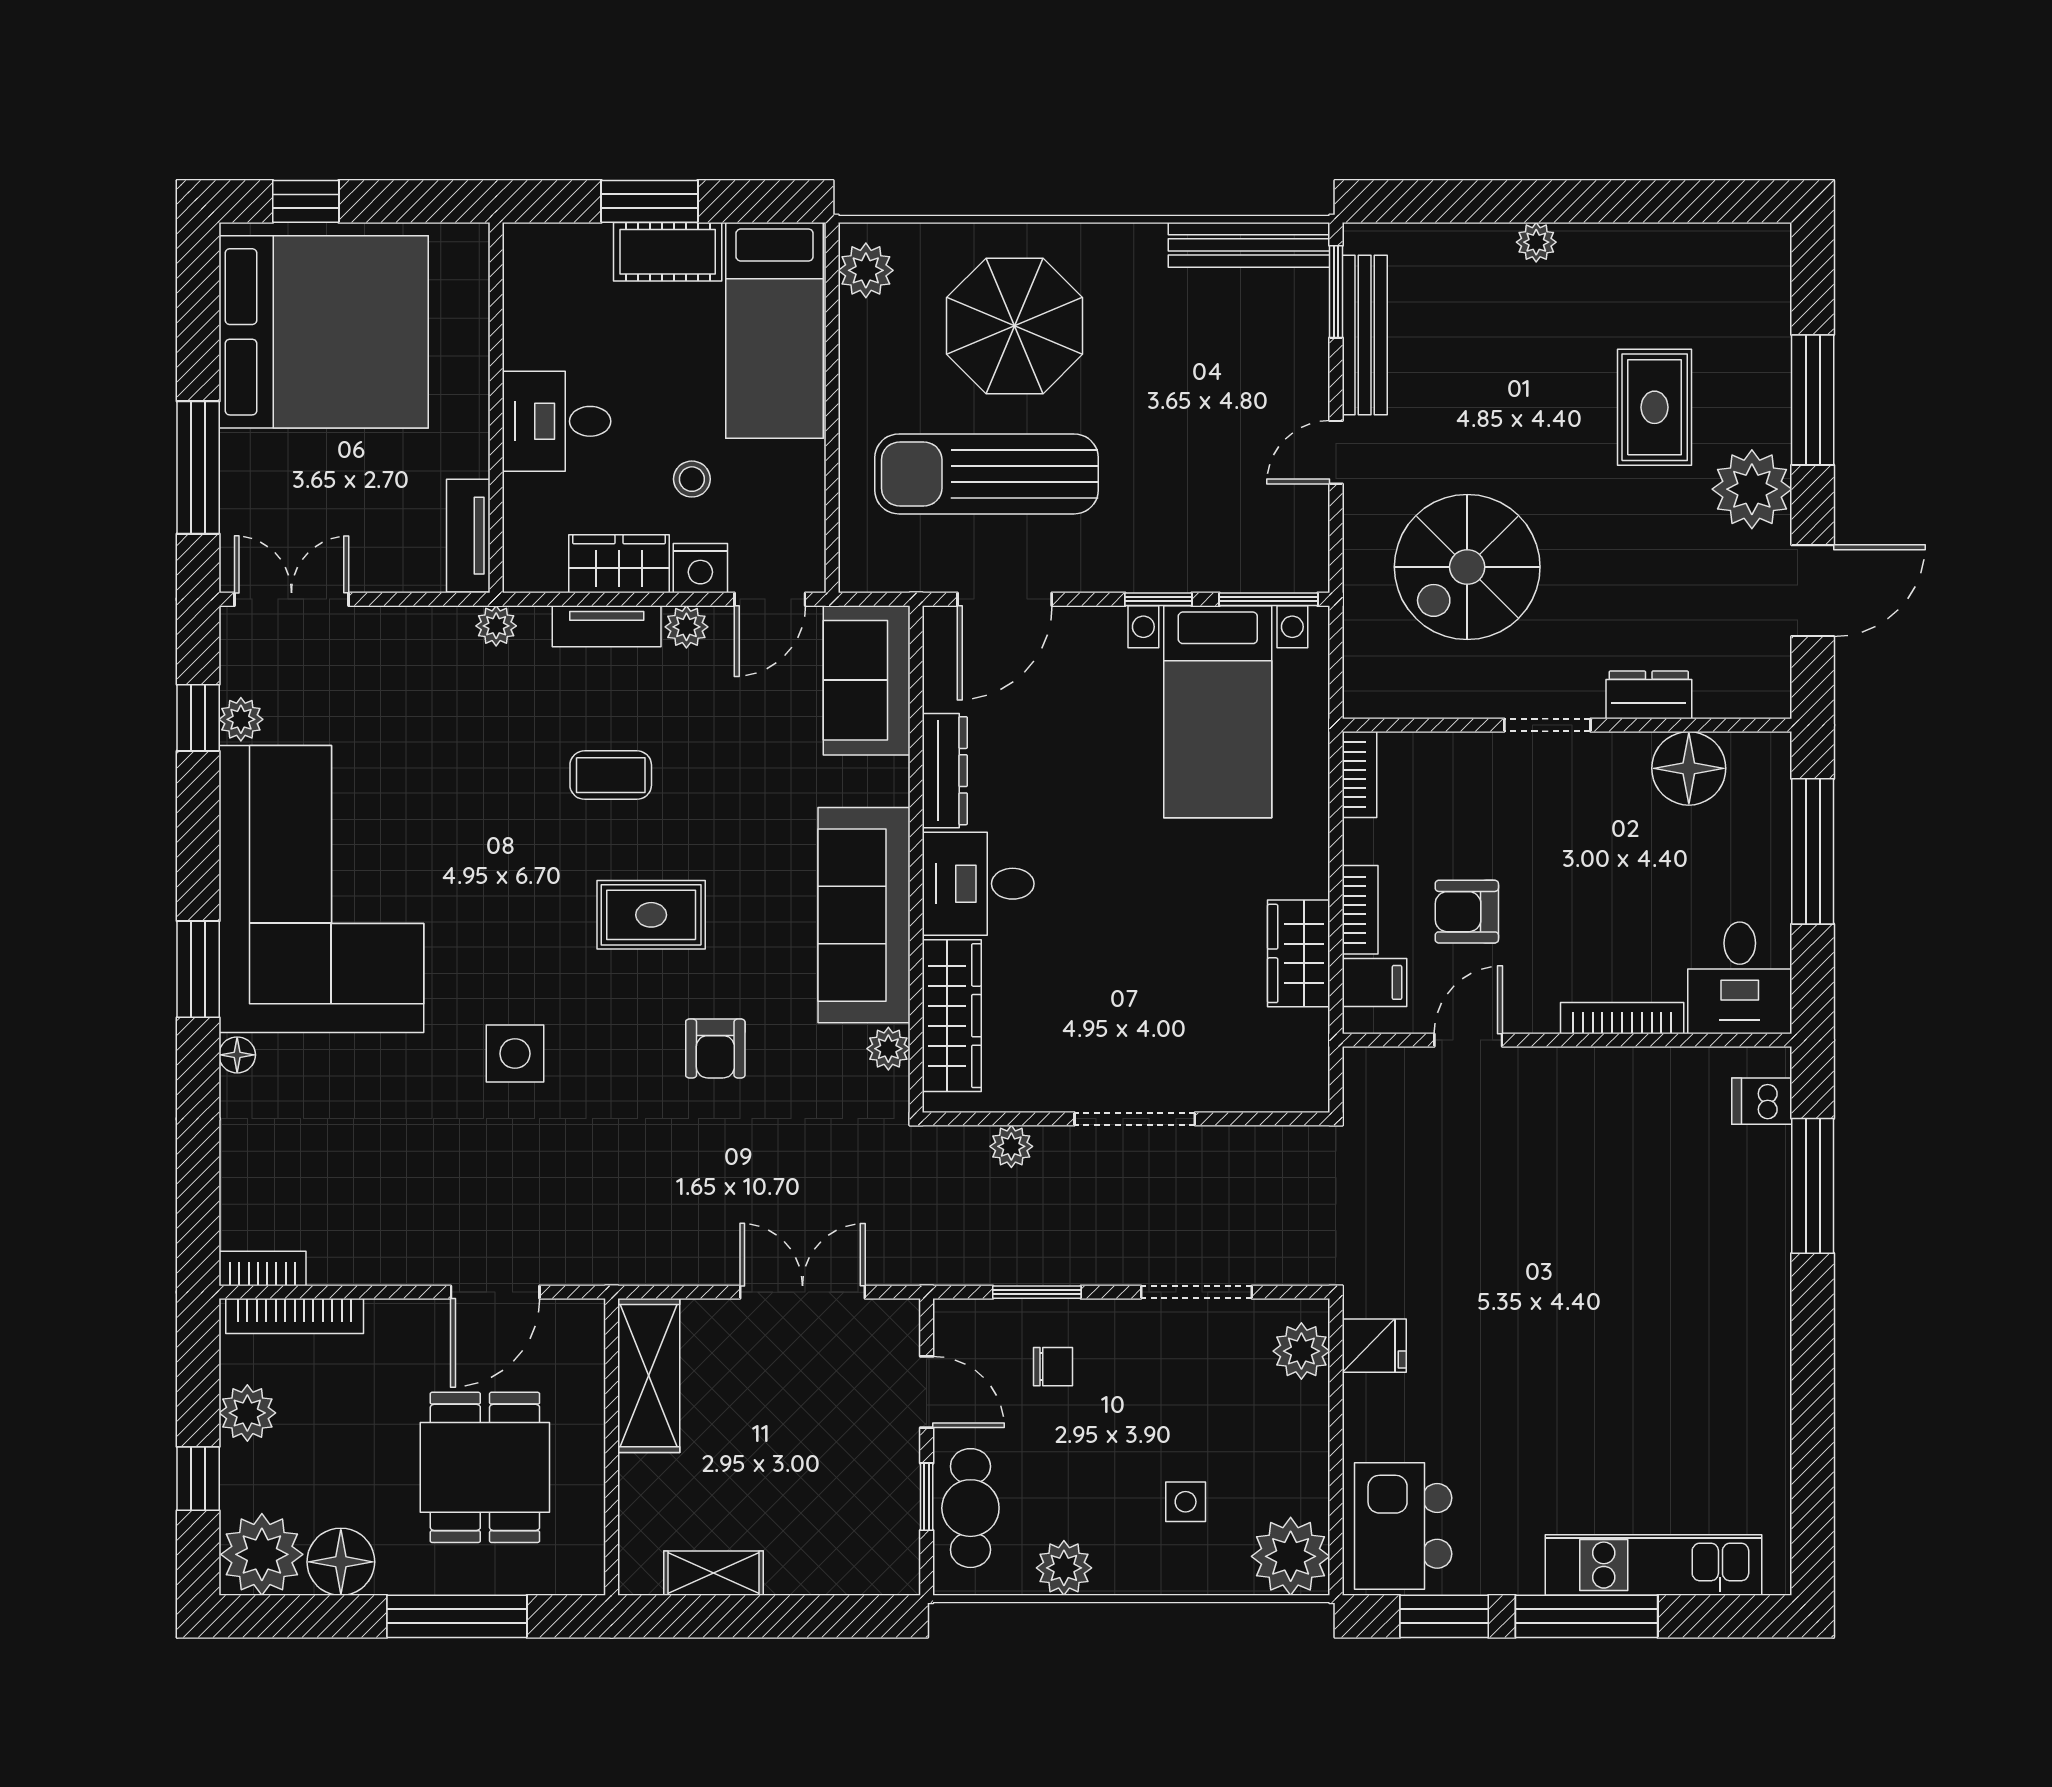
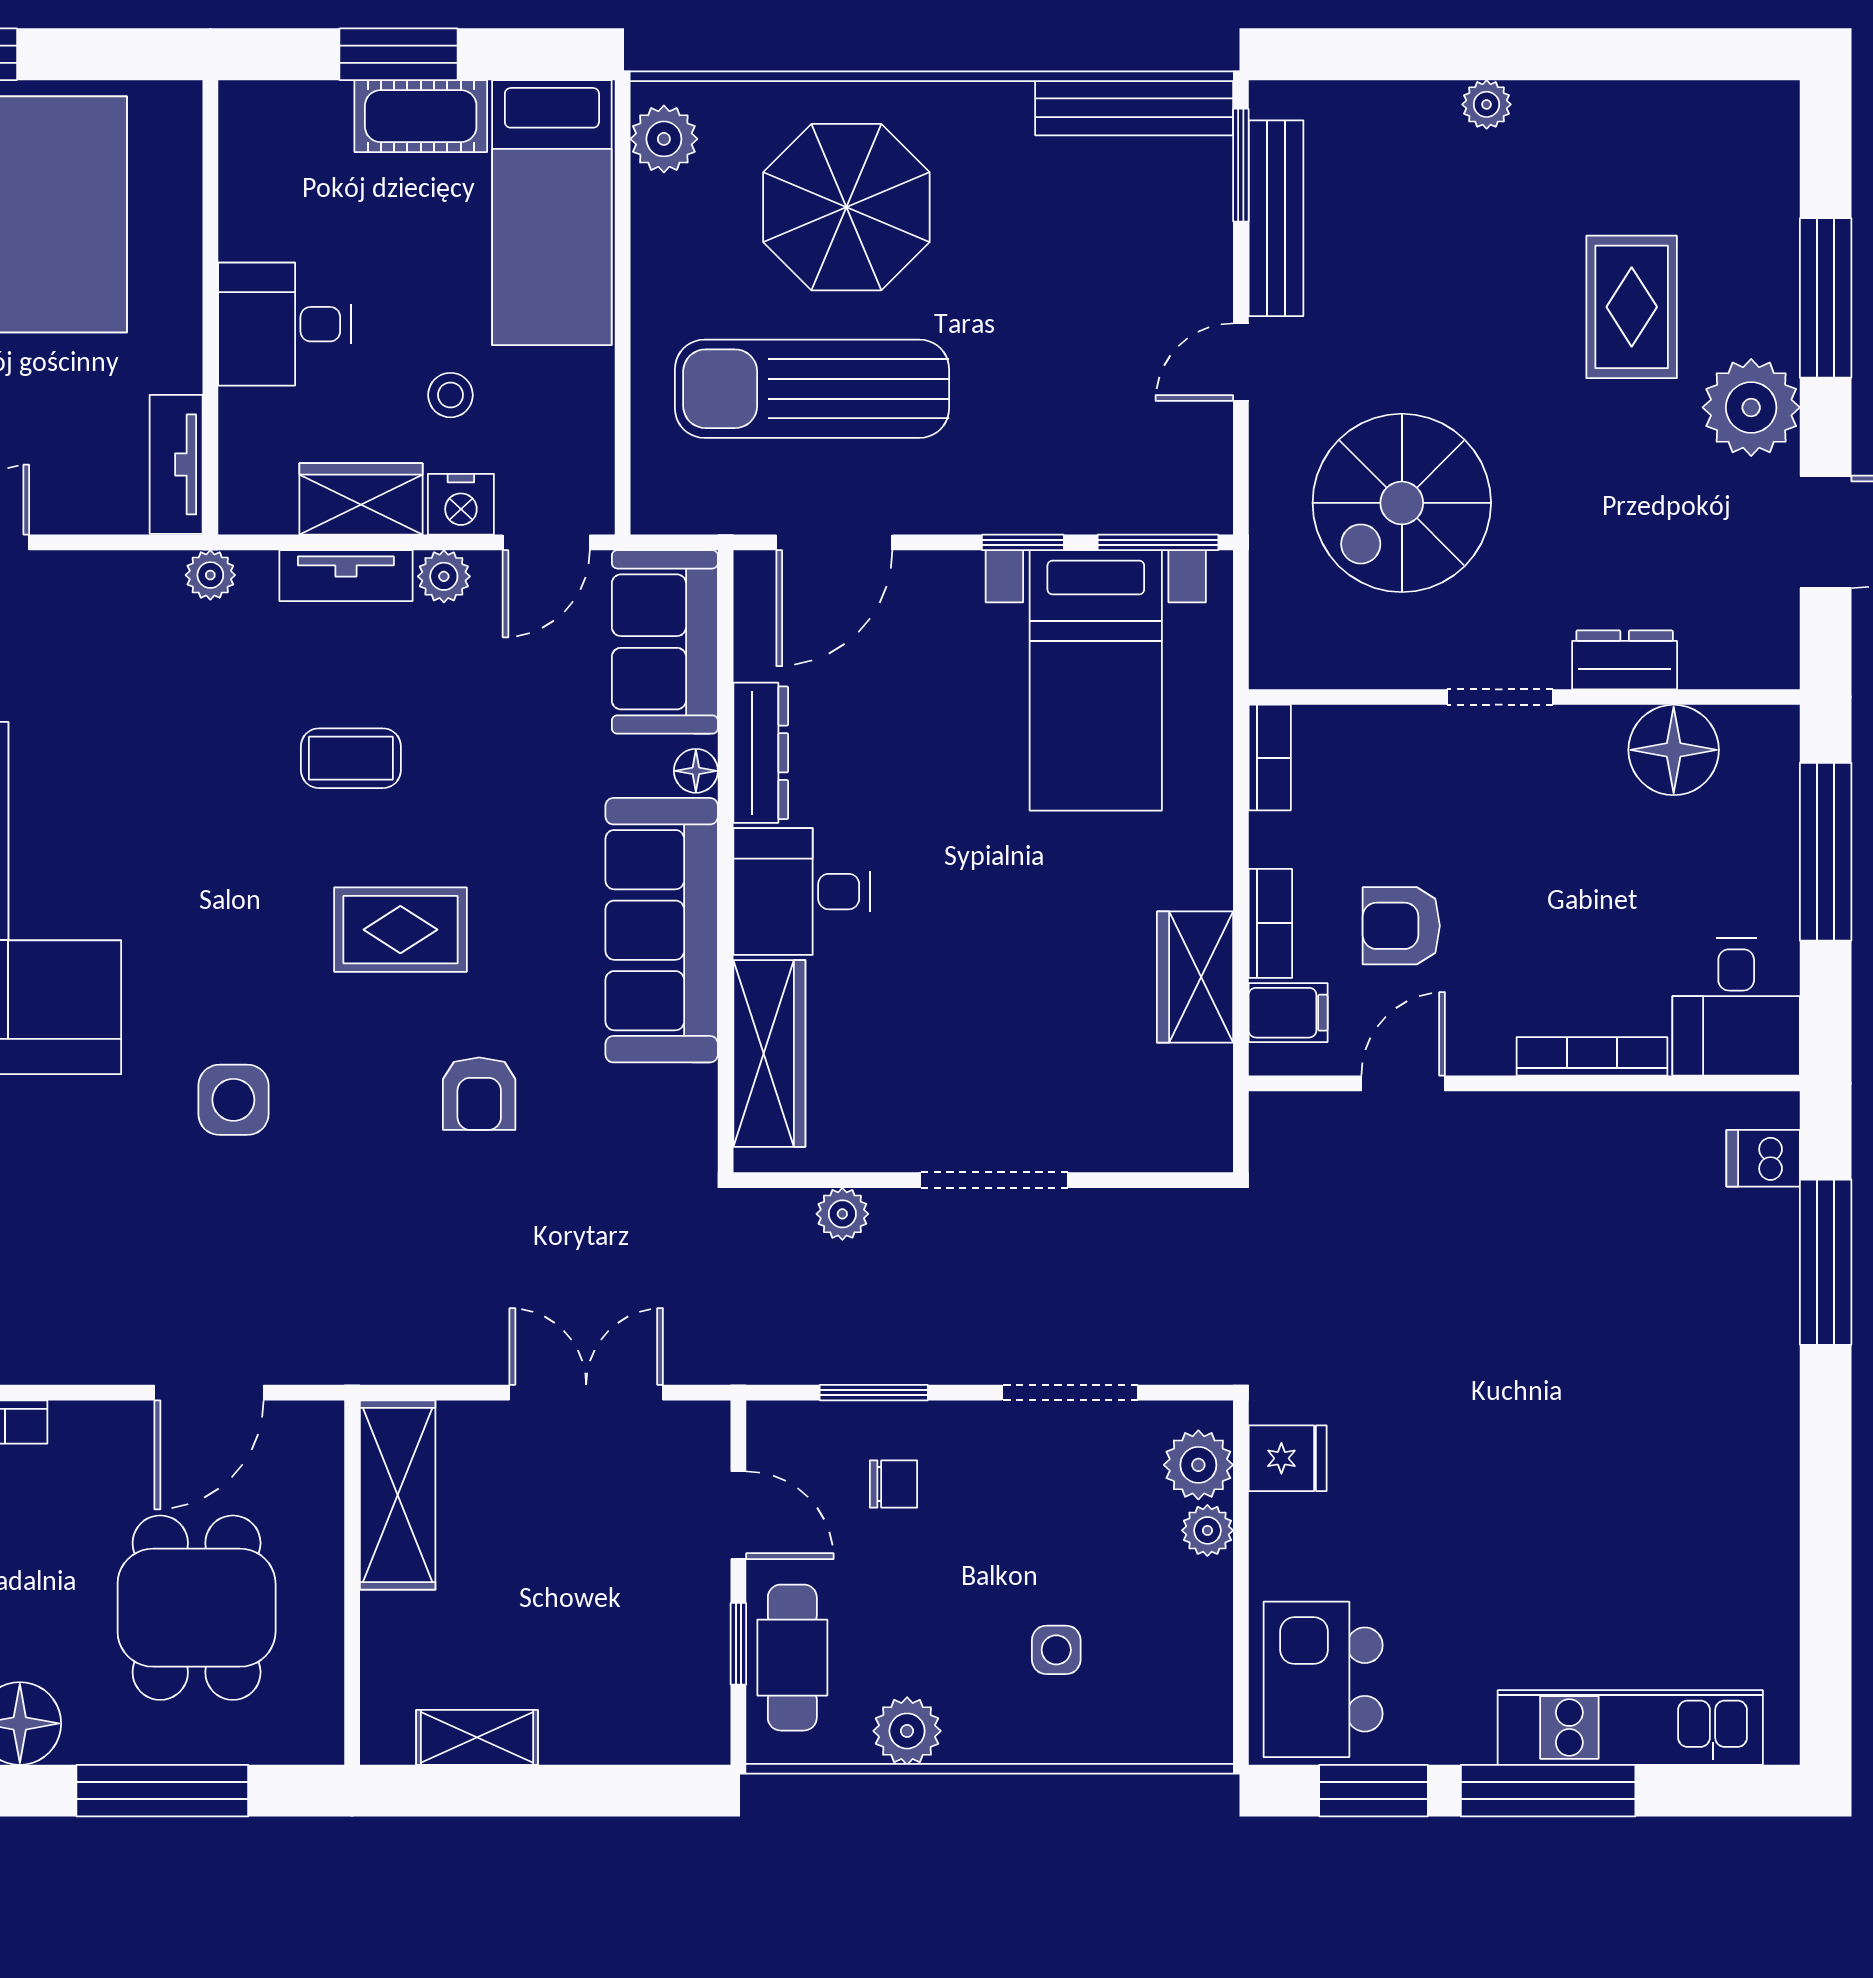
floor lamp: (892, 785) -> (696, 771), added
plant: (888, 1049) -> (692, 1094), removed
plant: (1291, 1556) -> (1207, 1530), moved, width x0.53, depth x0.53

